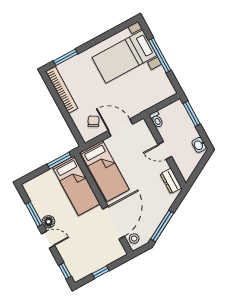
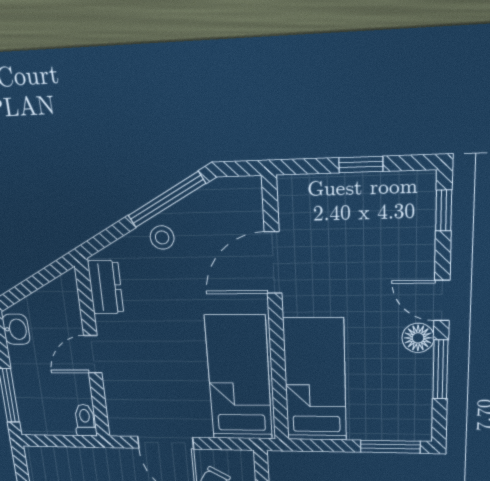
door: (165, 150) -> (93, 354), swing flipped
window: (59, 161) -> (390, 447), moved
door: (114, 223) -> (273, 263), width x0.73
stool: (134, 239) -> (162, 237), moved

